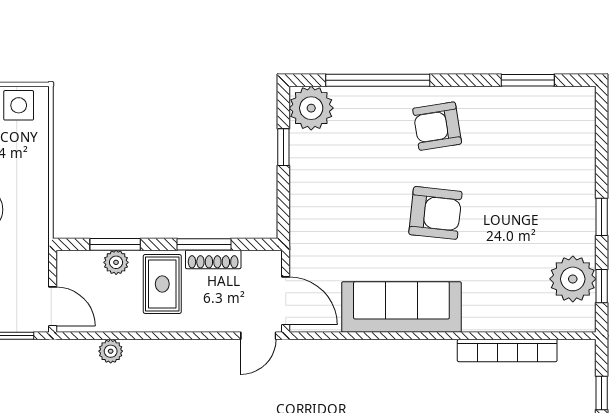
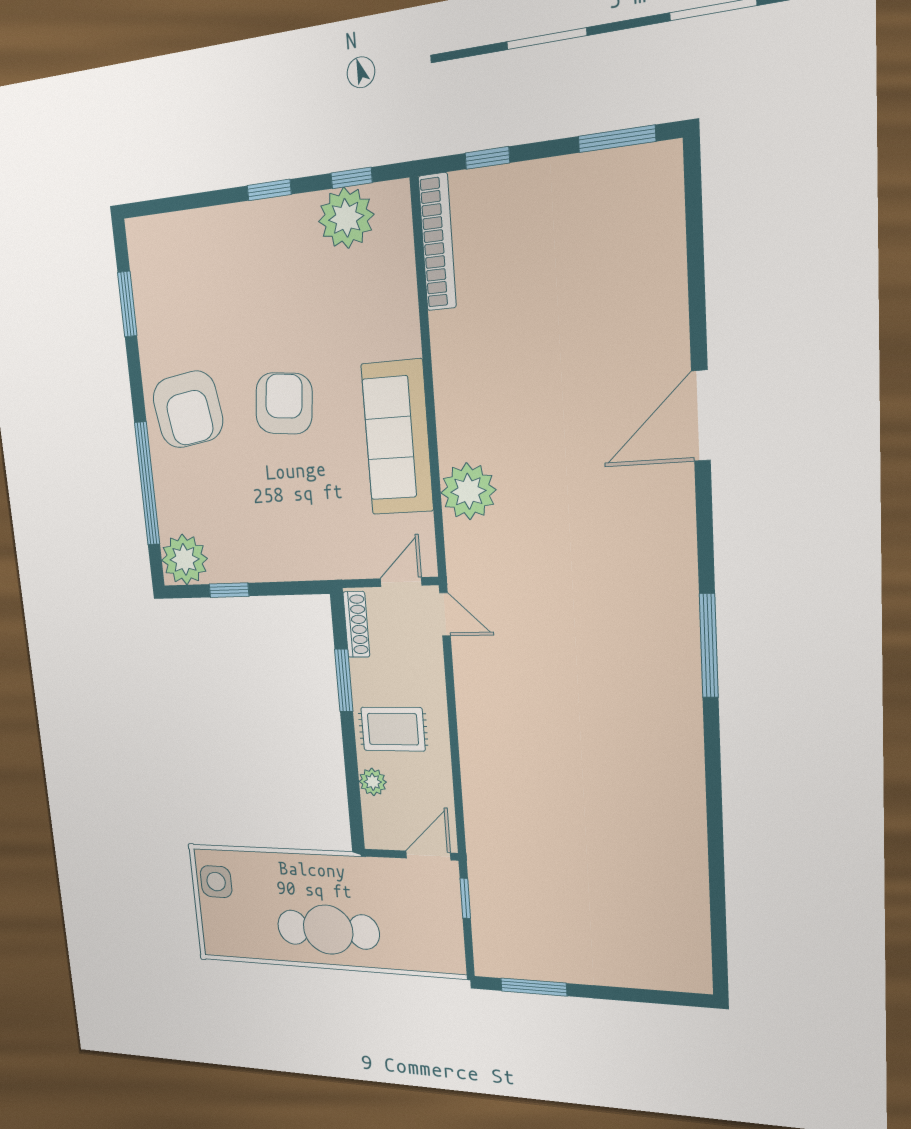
armchair: (437, 126) -> (188, 409), width x1.36, depth x1.36
window: (115, 244) -> (353, 782), removed
shoe rack: (213, 259) -> (356, 624), moved
door: (286, 301) -> (401, 582), width x0.73
plant: (111, 351) -> (468, 491), moved, width x1.88, depth x1.88
bookcase: (507, 351) -> (437, 242), moved

